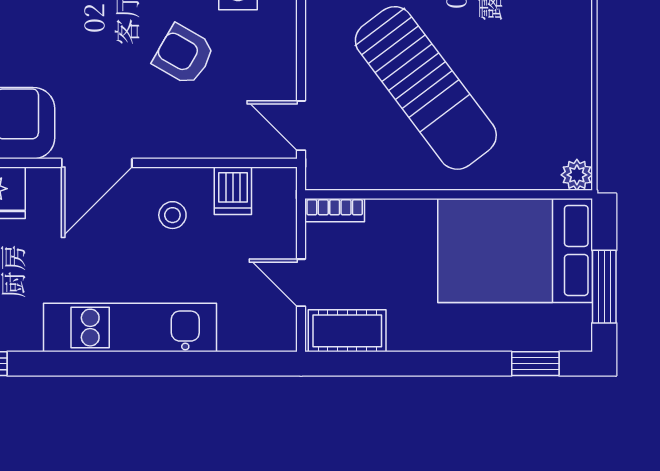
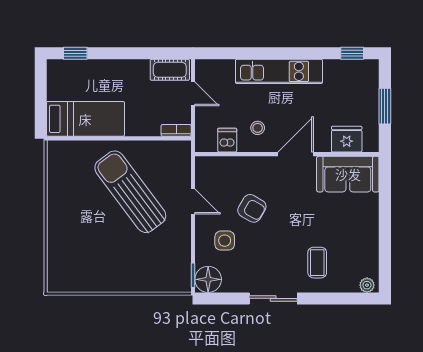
door: (301, 126) -> (193, 201), moved
plant: (577, 175) -> (54, 148), removed
bed: (515, 250) -> (85, 119), width x0.67
window: (604, 287) -> (41, 92), removed

